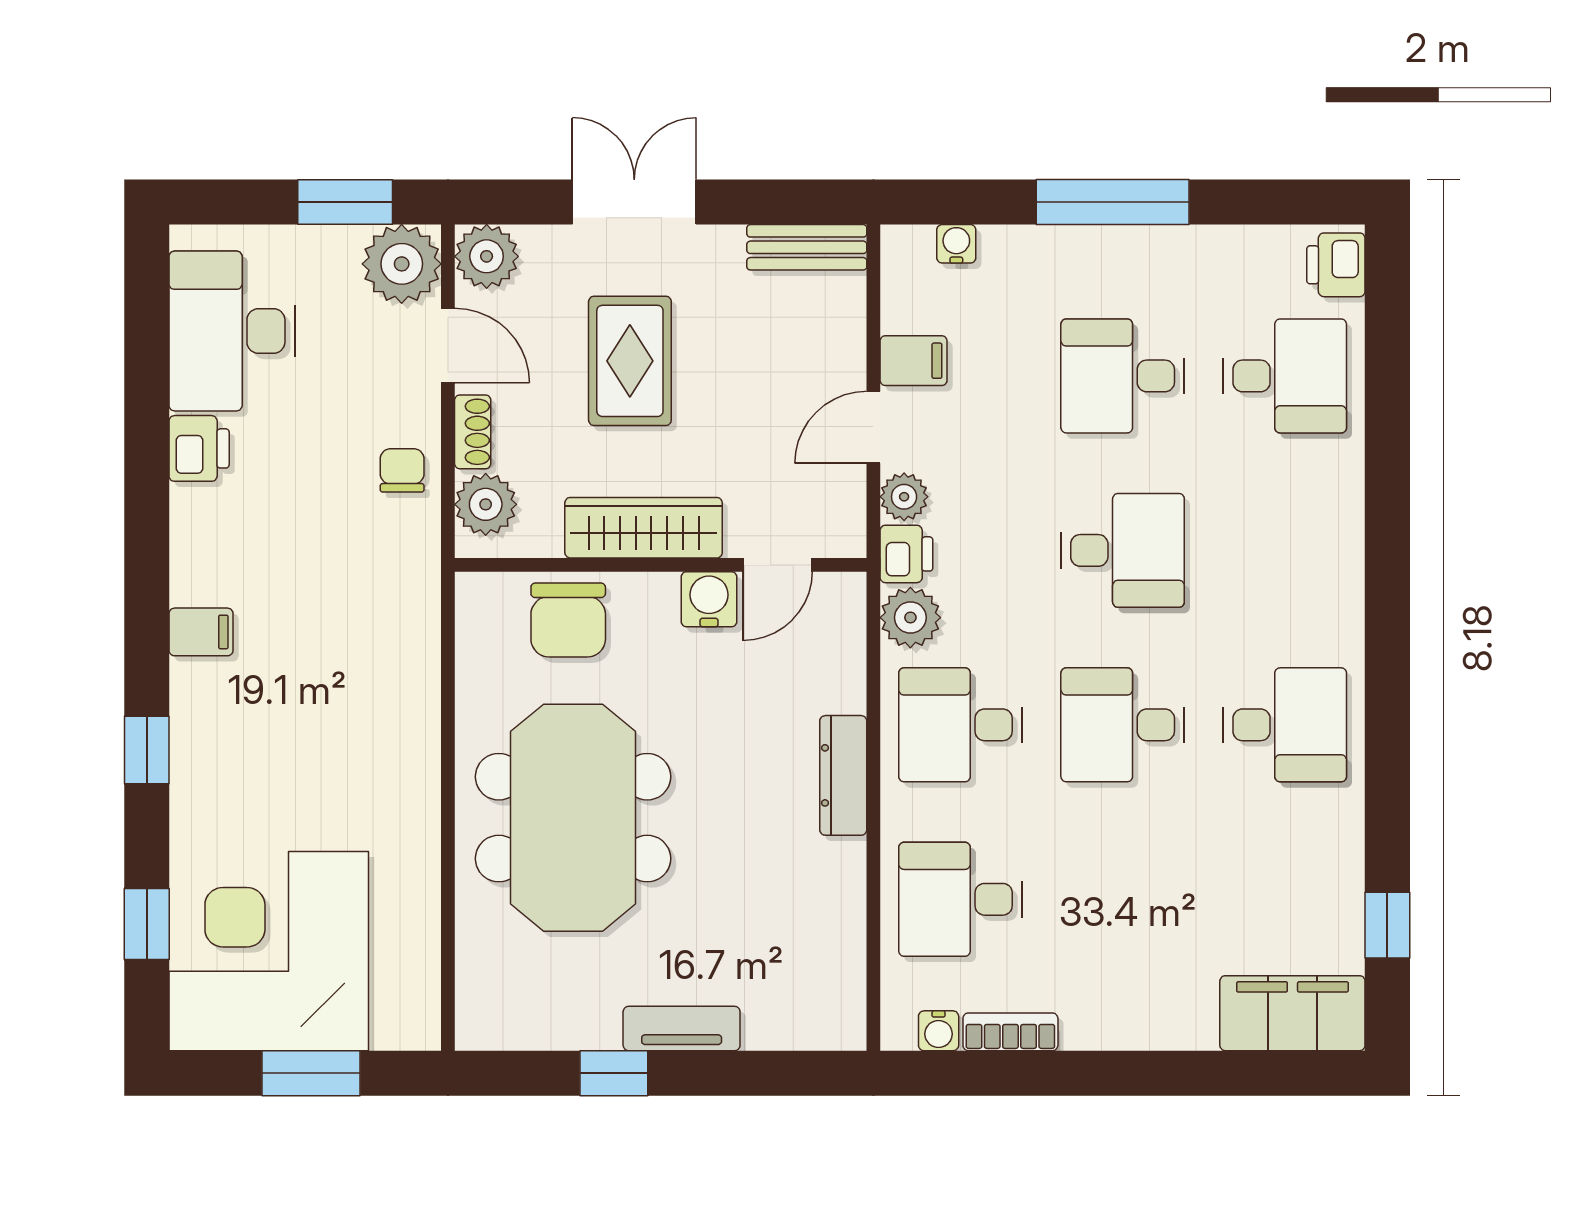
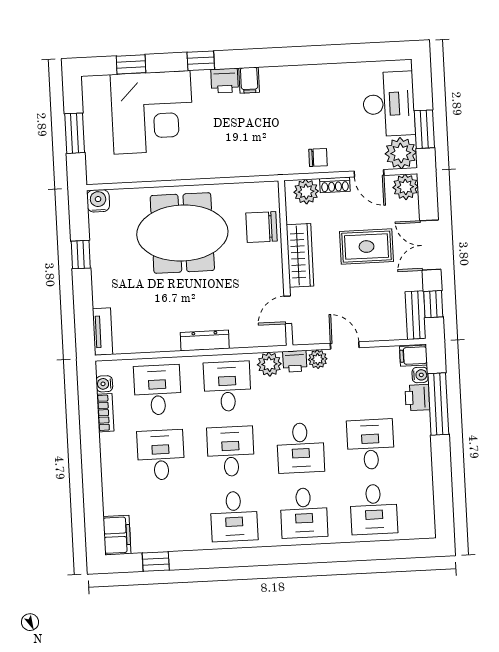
double door: (634, 202) -> (430, 245), swing flipped
window: (782, 202) -> (433, 304), added
window: (1113, 202) -> (438, 404), moved
printer: (1336, 265) -> (417, 398), moved, turned -90
desk: (232, 331) -> (389, 104), moved, turned 90
door: (448, 345) -> (369, 173), hinge flipped
filing cabinet: (914, 361) -> (413, 356), moved, turned 90
printer: (199, 448) -> (225, 81), moved
desk: (1285, 550) -> (304, 513), added
door: (778, 565) -> (288, 310), hinge flipped
water cooler: (709, 599) -> (98, 201), moved, turned -90
desk: (1123, 899) -> (161, 455), added
corner desk: (269, 951) -> (152, 112), moved, turned 90
filing cabinet: (1292, 1013) -> (117, 535), width x0.67, depth x0.86
tv unit: (682, 1028) -> (103, 332), moved

